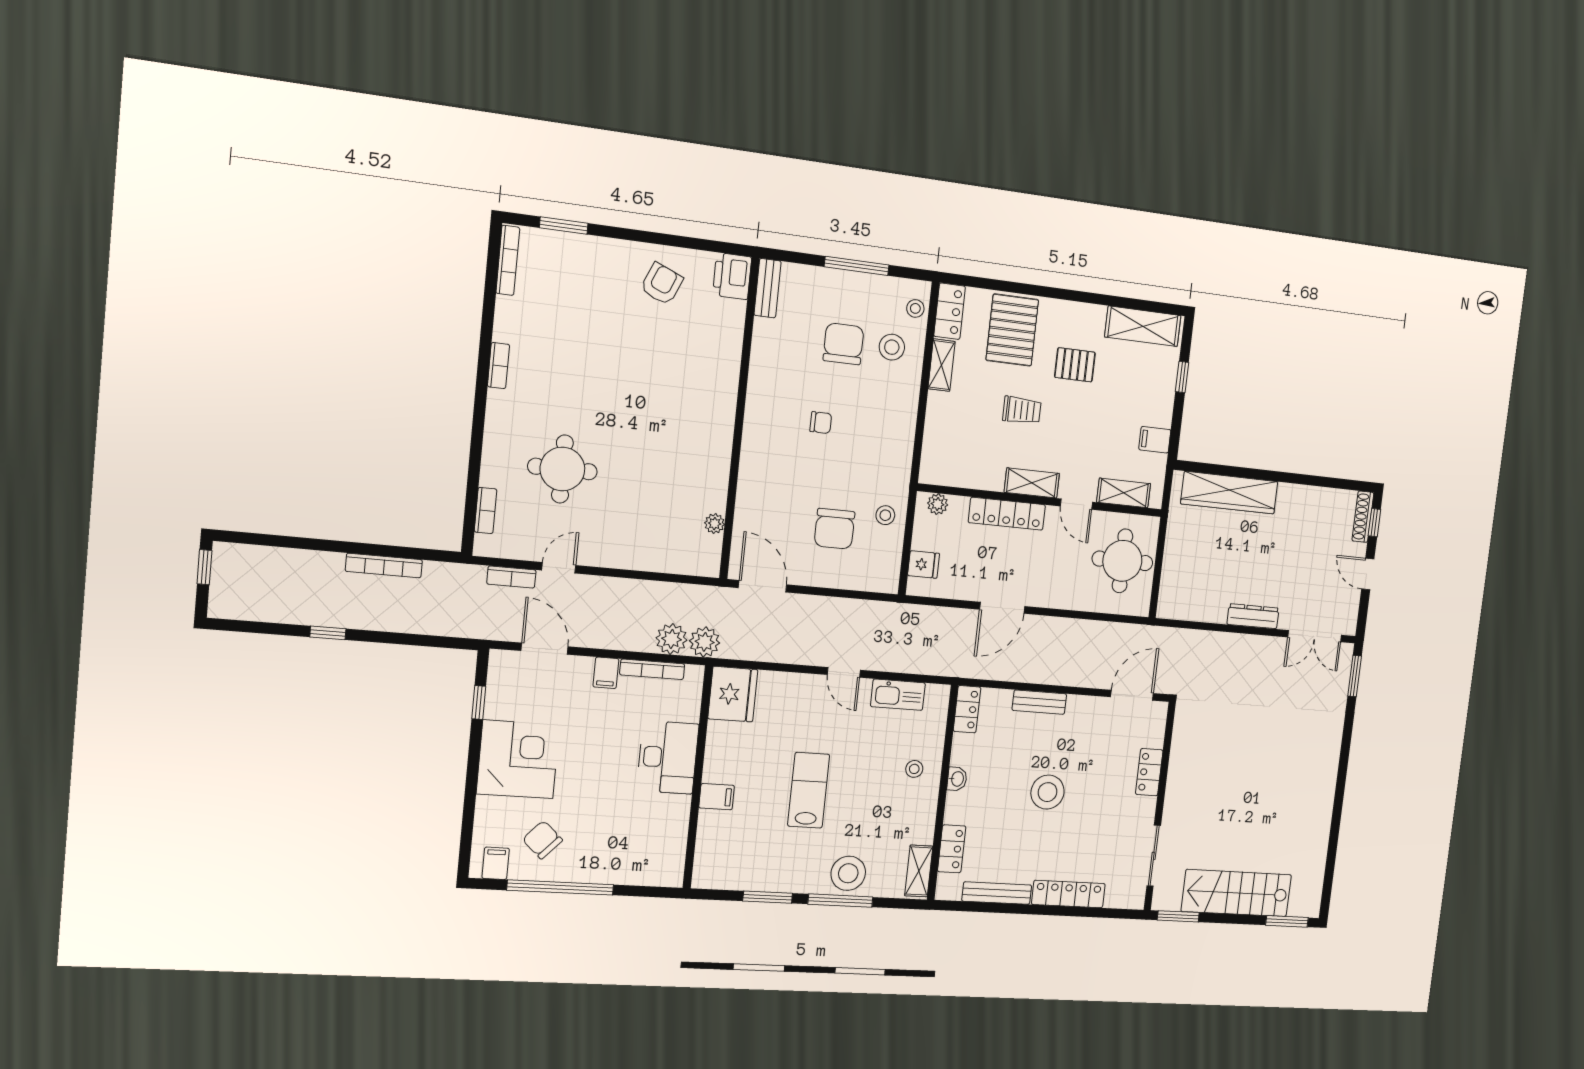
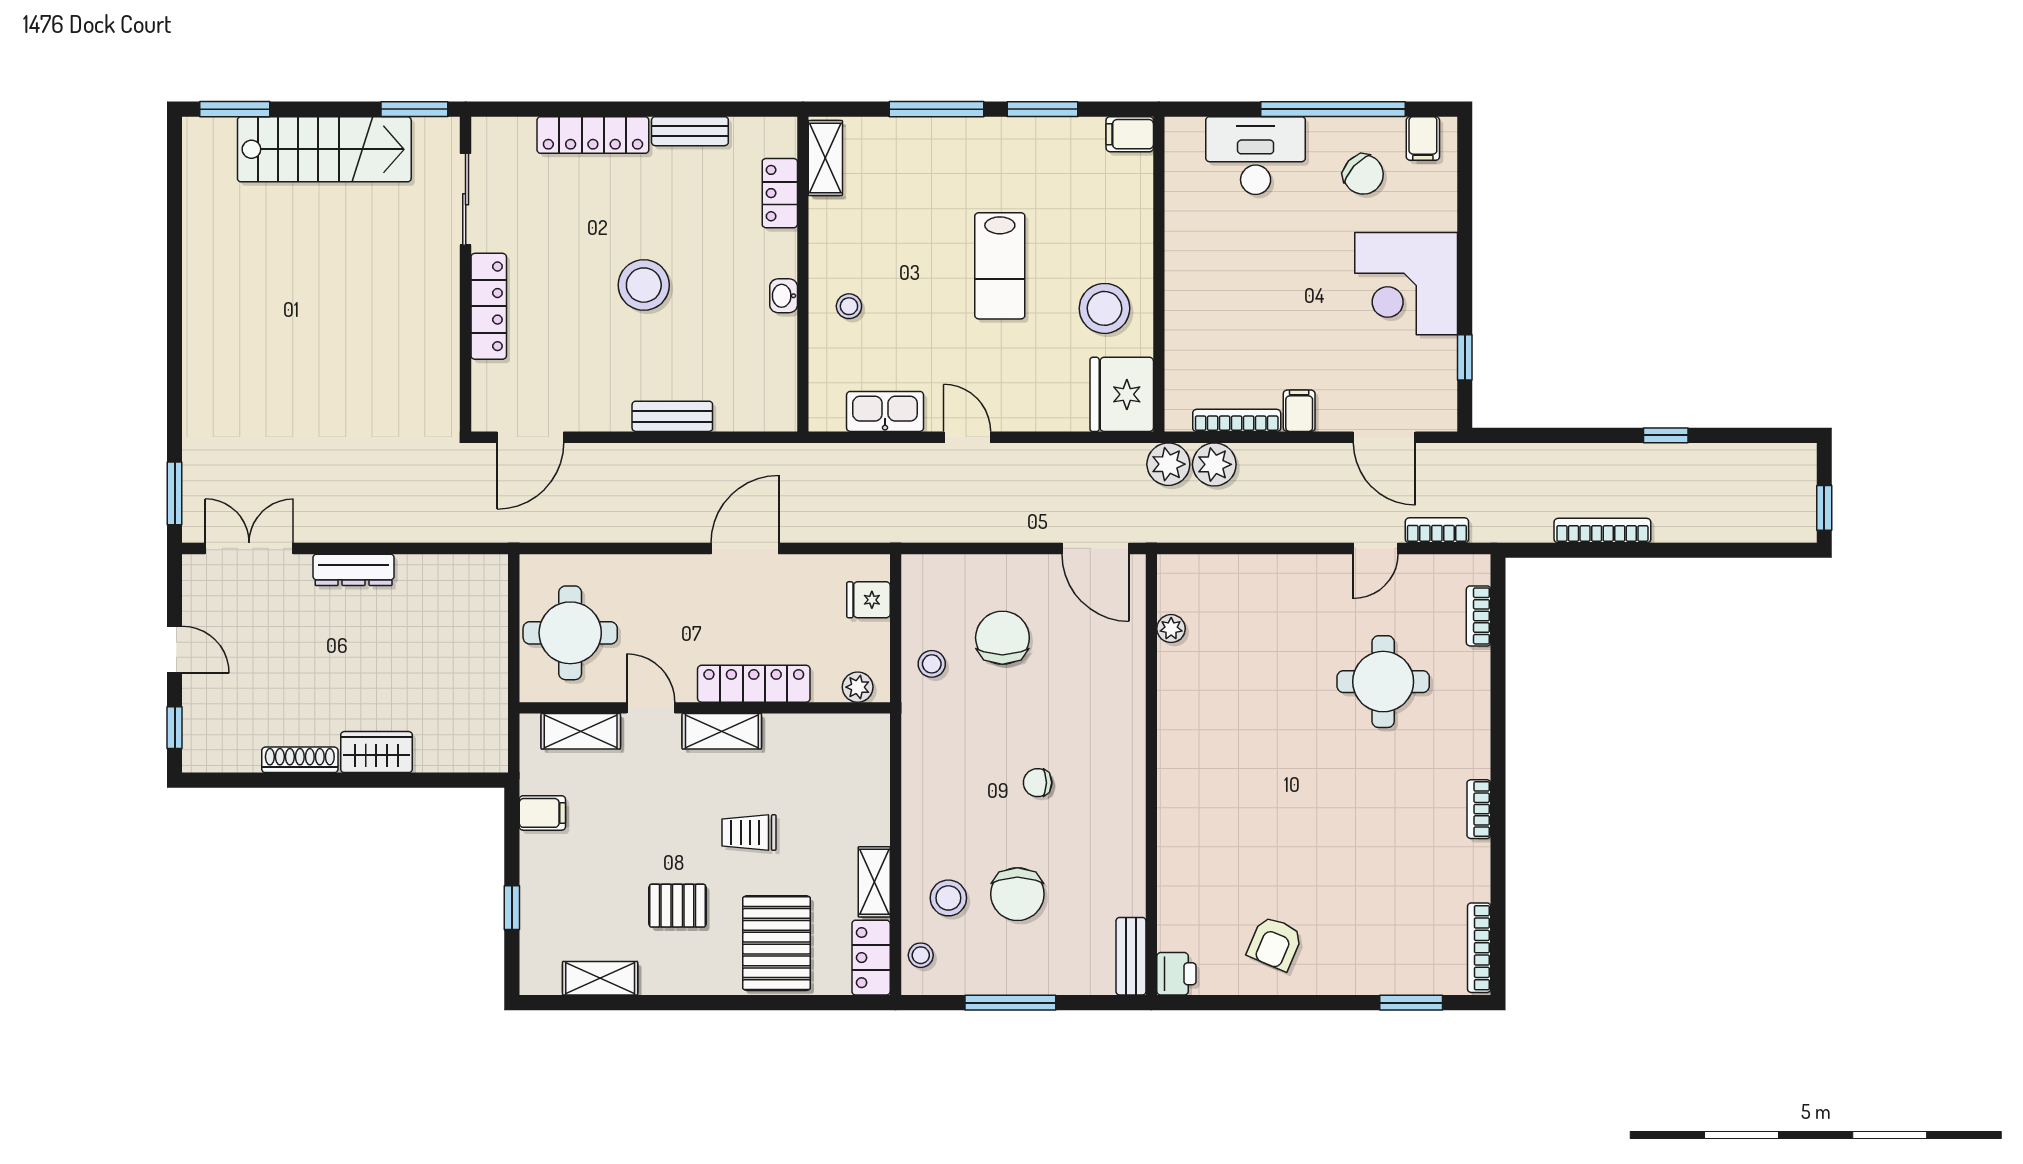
printer: (732, 276) -> (1176, 974), width x0.73, depth x0.81
shelving: (1143, 326) -> (600, 978), width x0.67, depth x0.75
wardrobe: (1229, 493) -> (376, 752), width x0.48, depth x0.85
shoe rack: (1363, 517) -> (300, 760), moved, turned -90
locker: (967, 709) -> (780, 398), removed
desk: (668, 757) -> (1256, 156), moved, turned 90
locker: (1149, 772) -> (489, 306), width x1.53
filing cabinet: (717, 797) -> (1130, 134), moved
stool: (848, 873) -> (1104, 308), moved
bench: (997, 893) -> (690, 131), width x0.73

